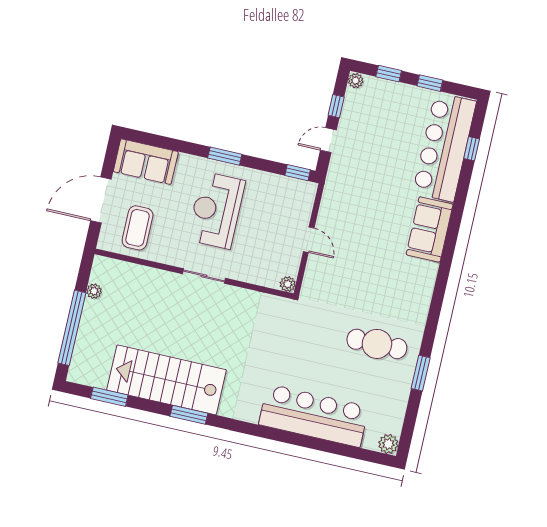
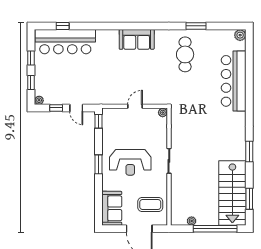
sofa: (430, 229) -> (137, 39), moved
stairs: (167, 380) -> (232, 193), moved

